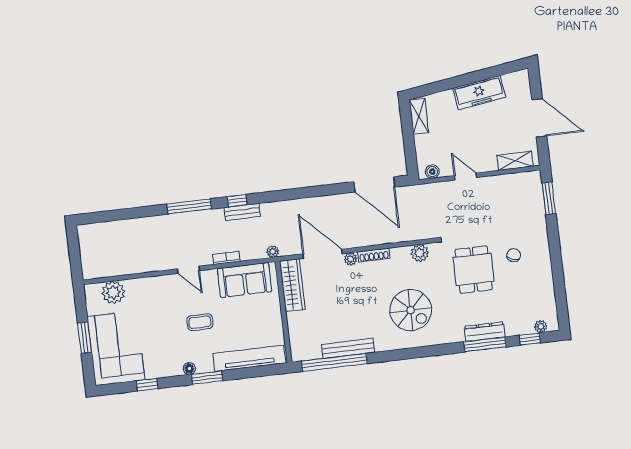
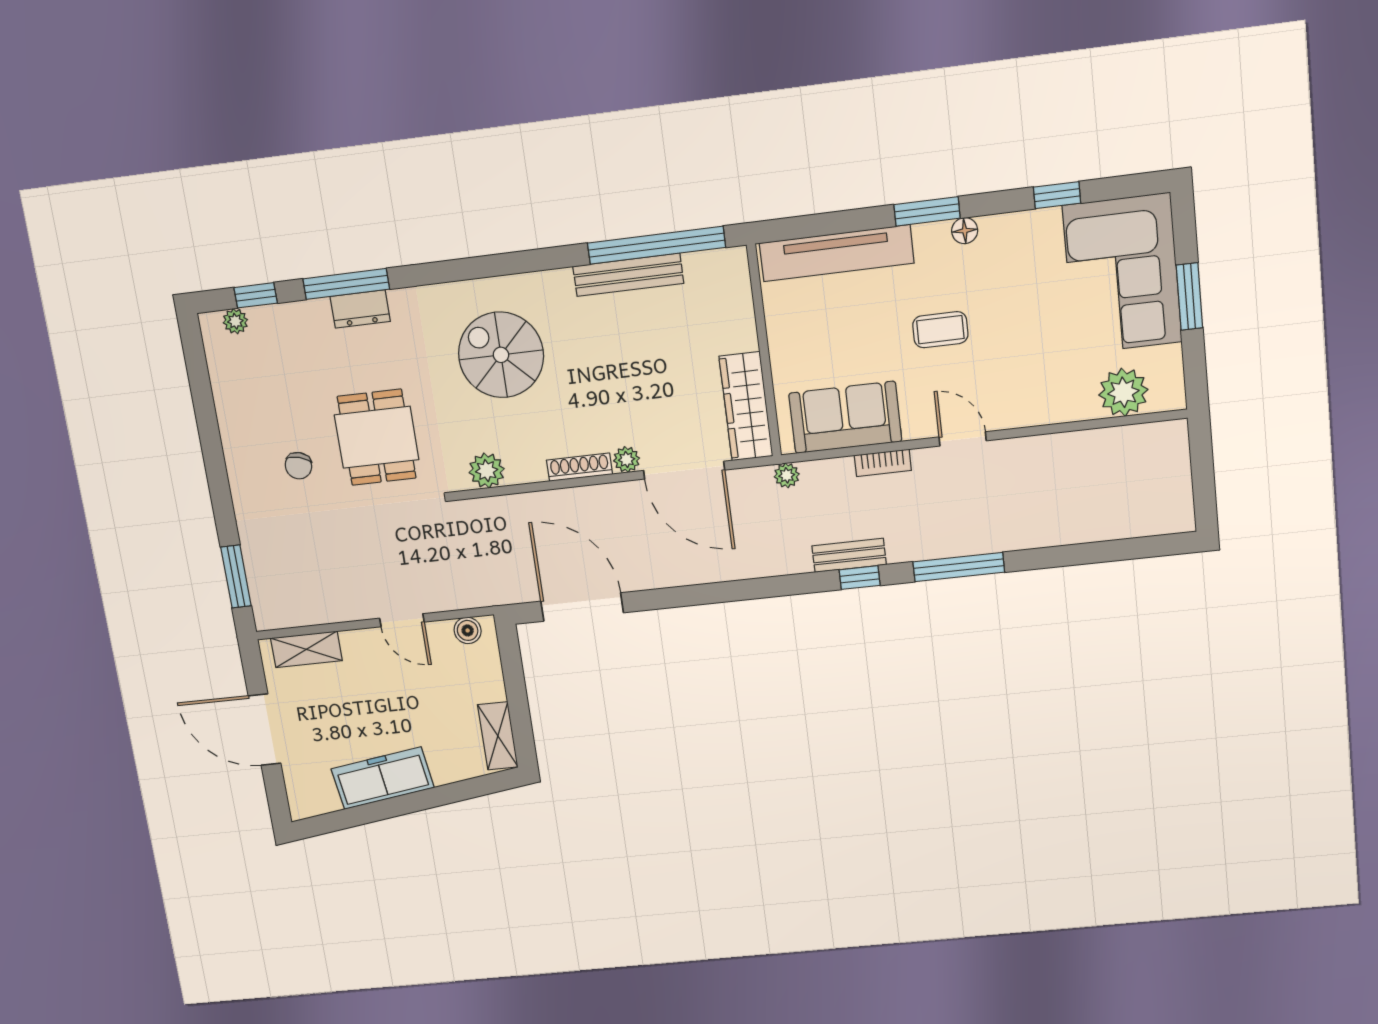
dresser: (485, 332) -> (360, 309), width x0.70

